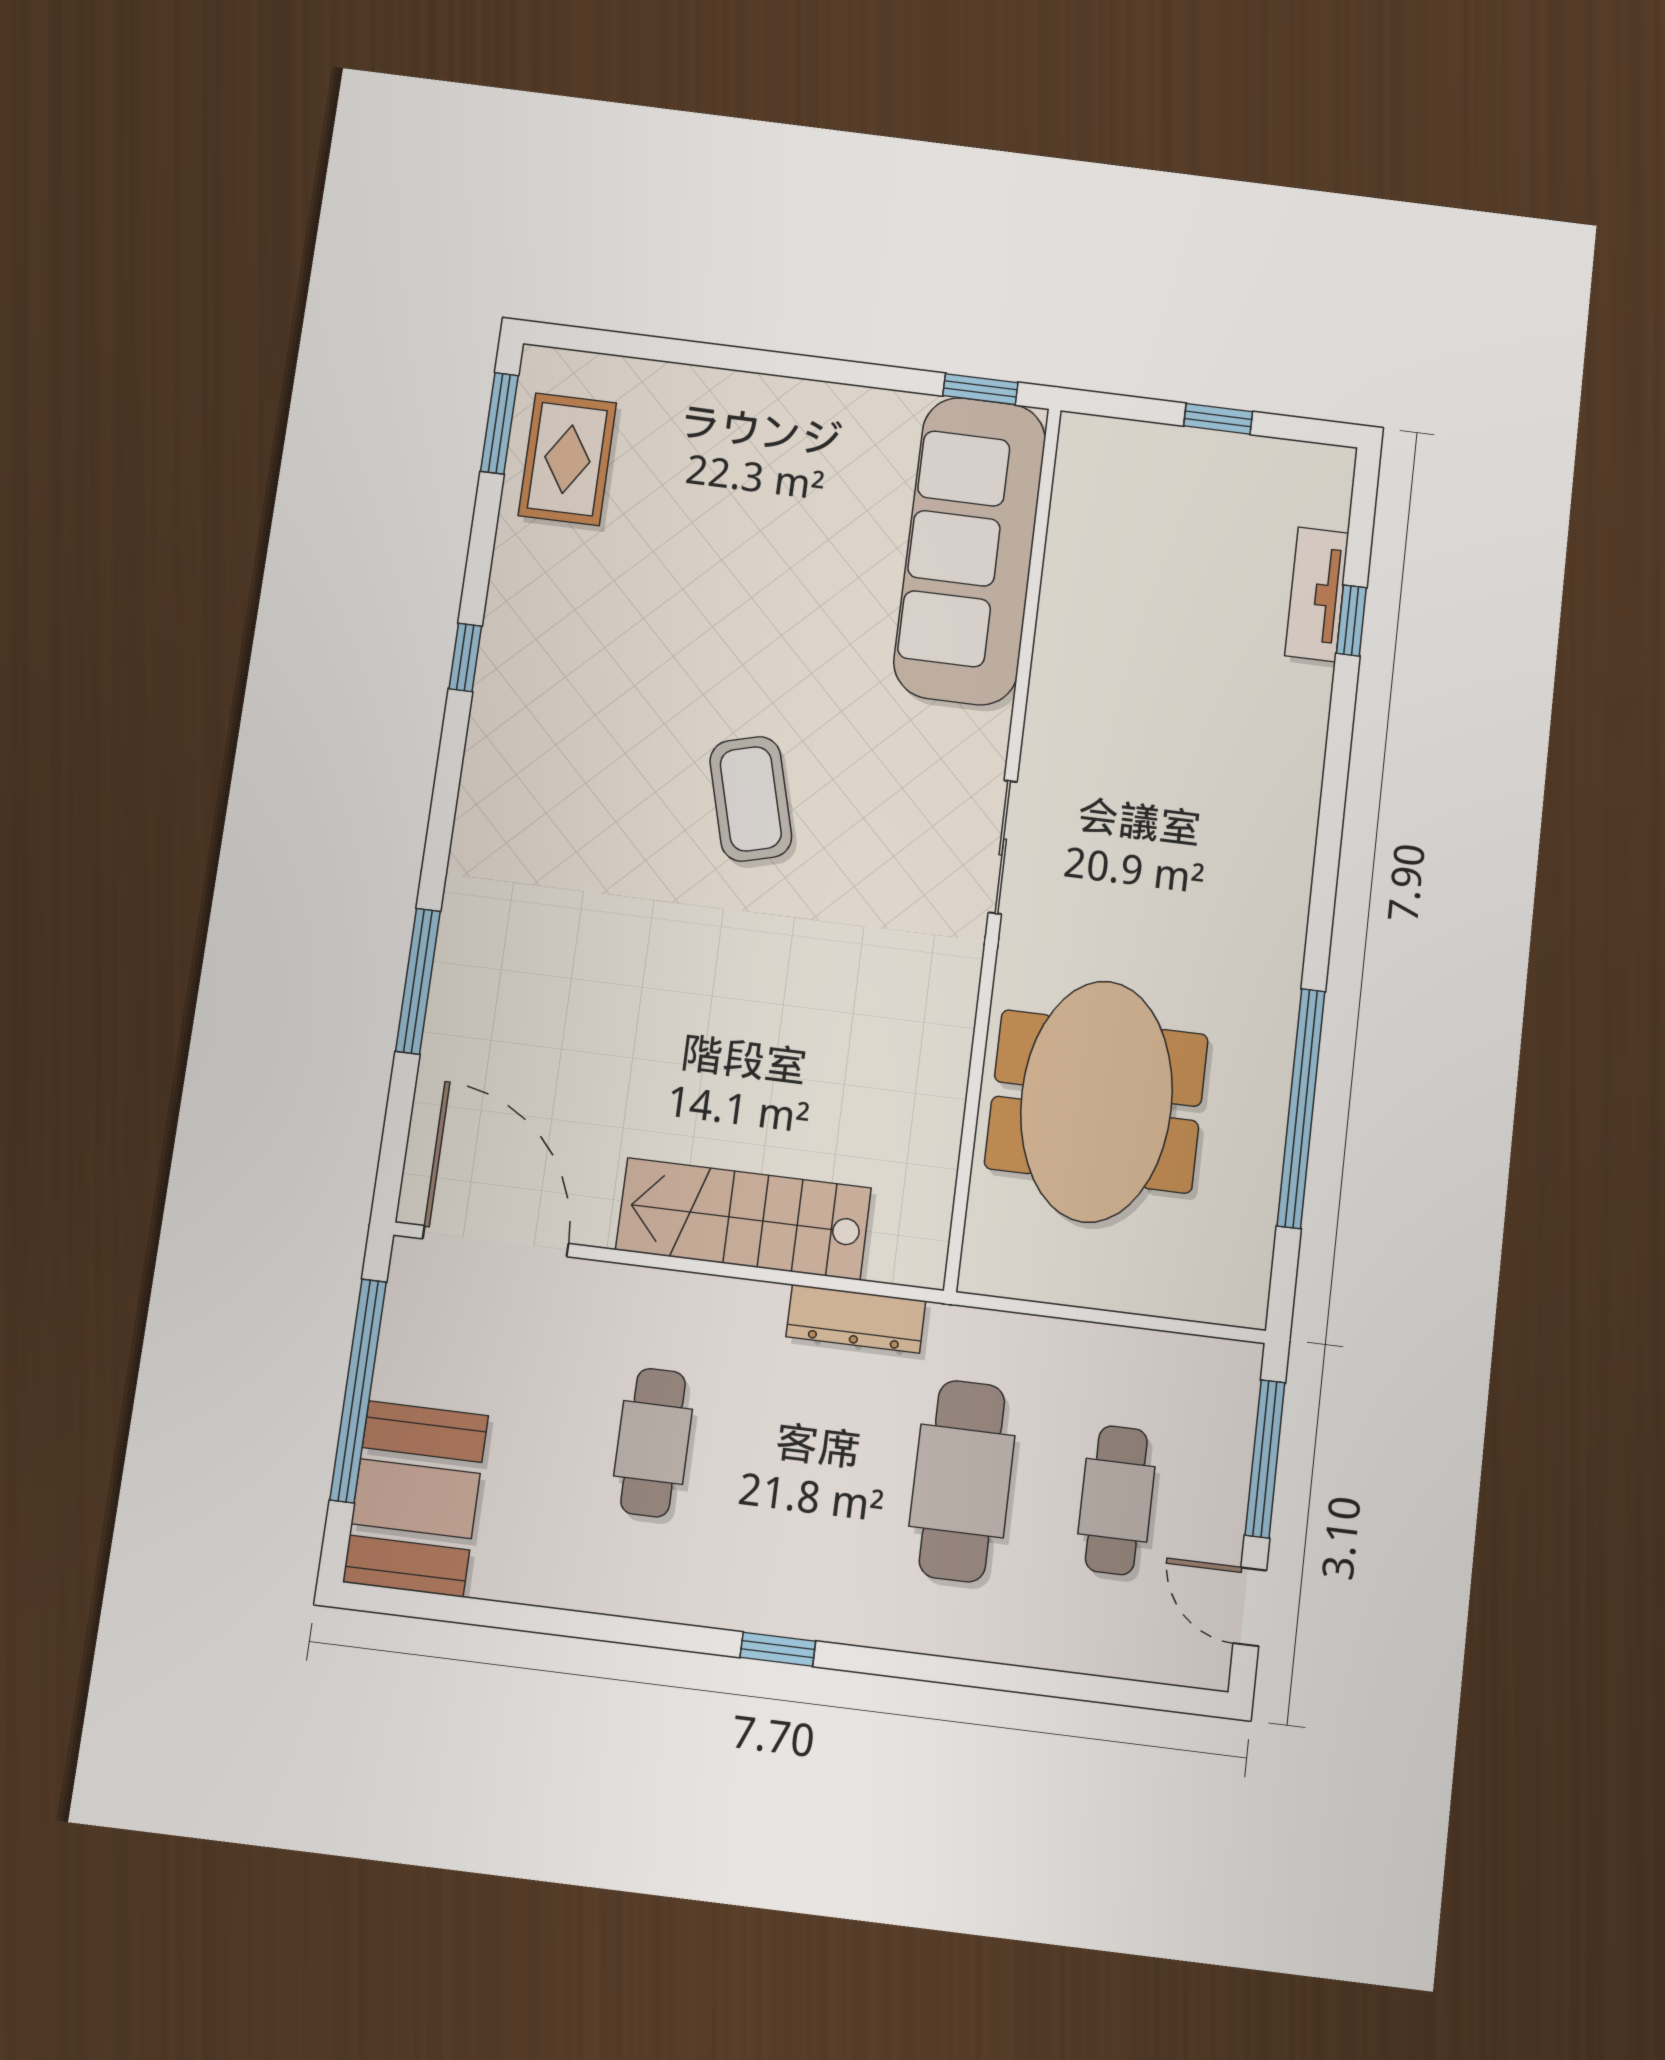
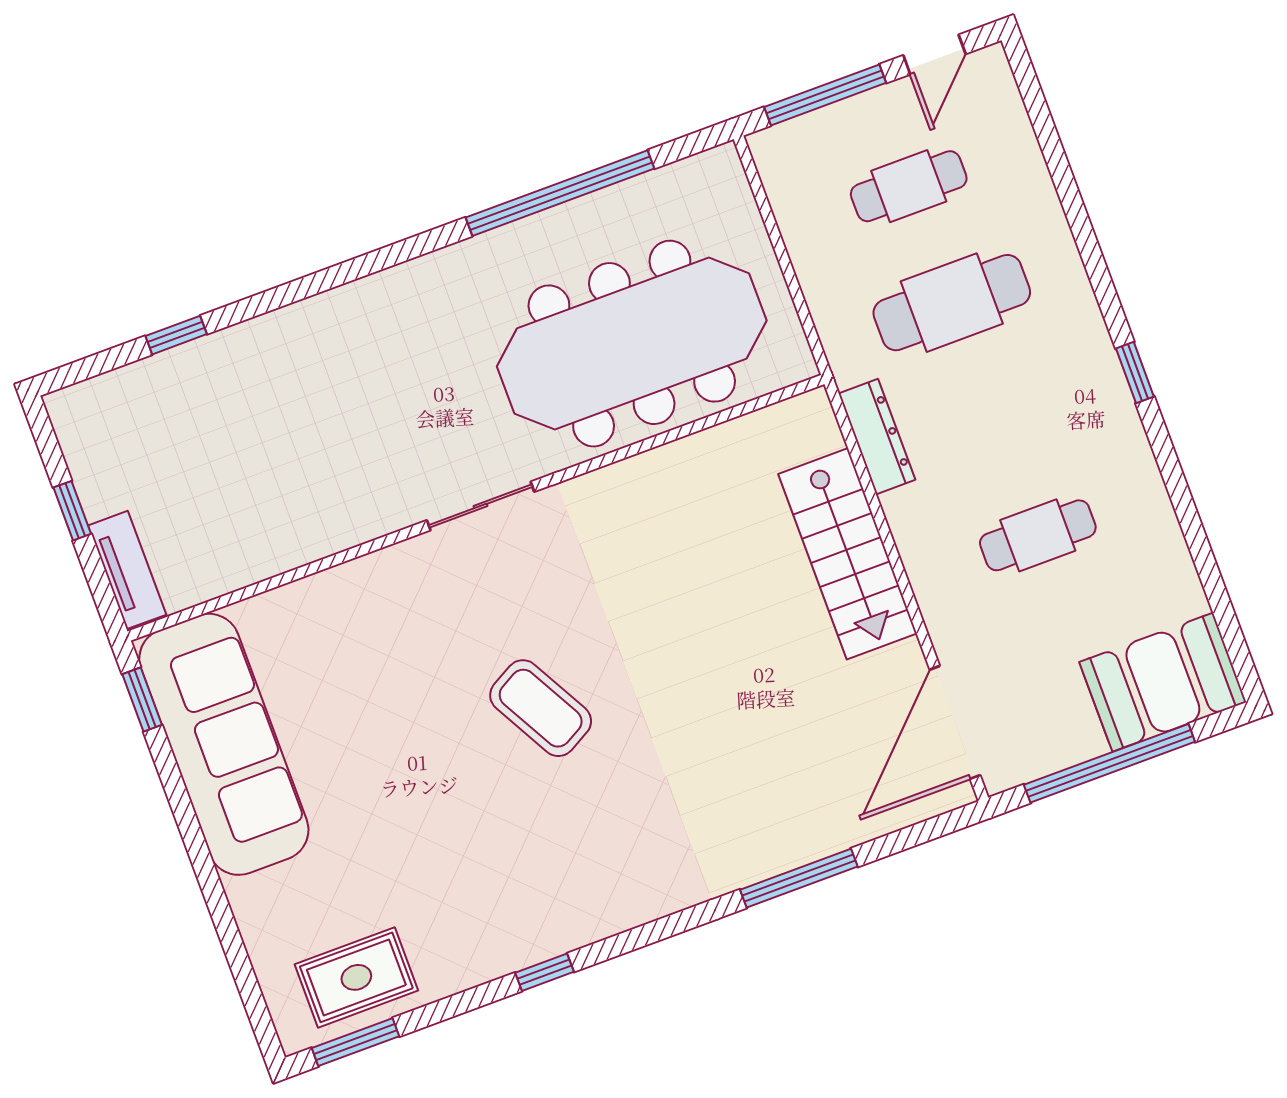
sofa: (970, 550) -> (224, 744), moved, turned -90
tv unit: (1317, 594) -> (127, 570), moved, turned -90
coffee table: (751, 799) -> (541, 708), turned 76
meeting table: (1096, 1101) -> (632, 344), width x1.36

